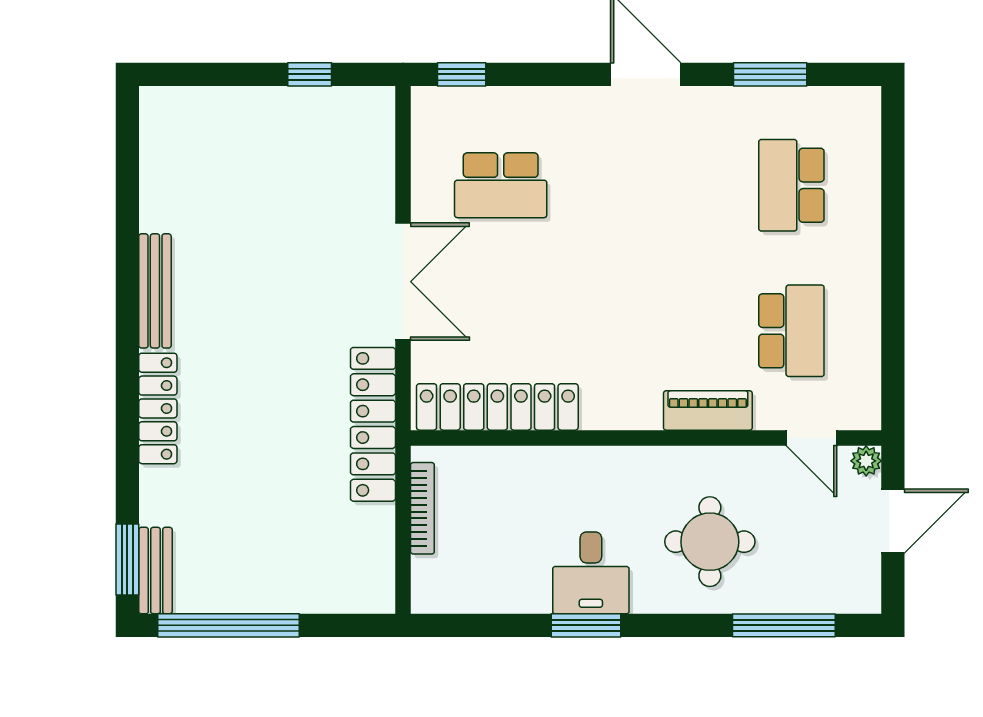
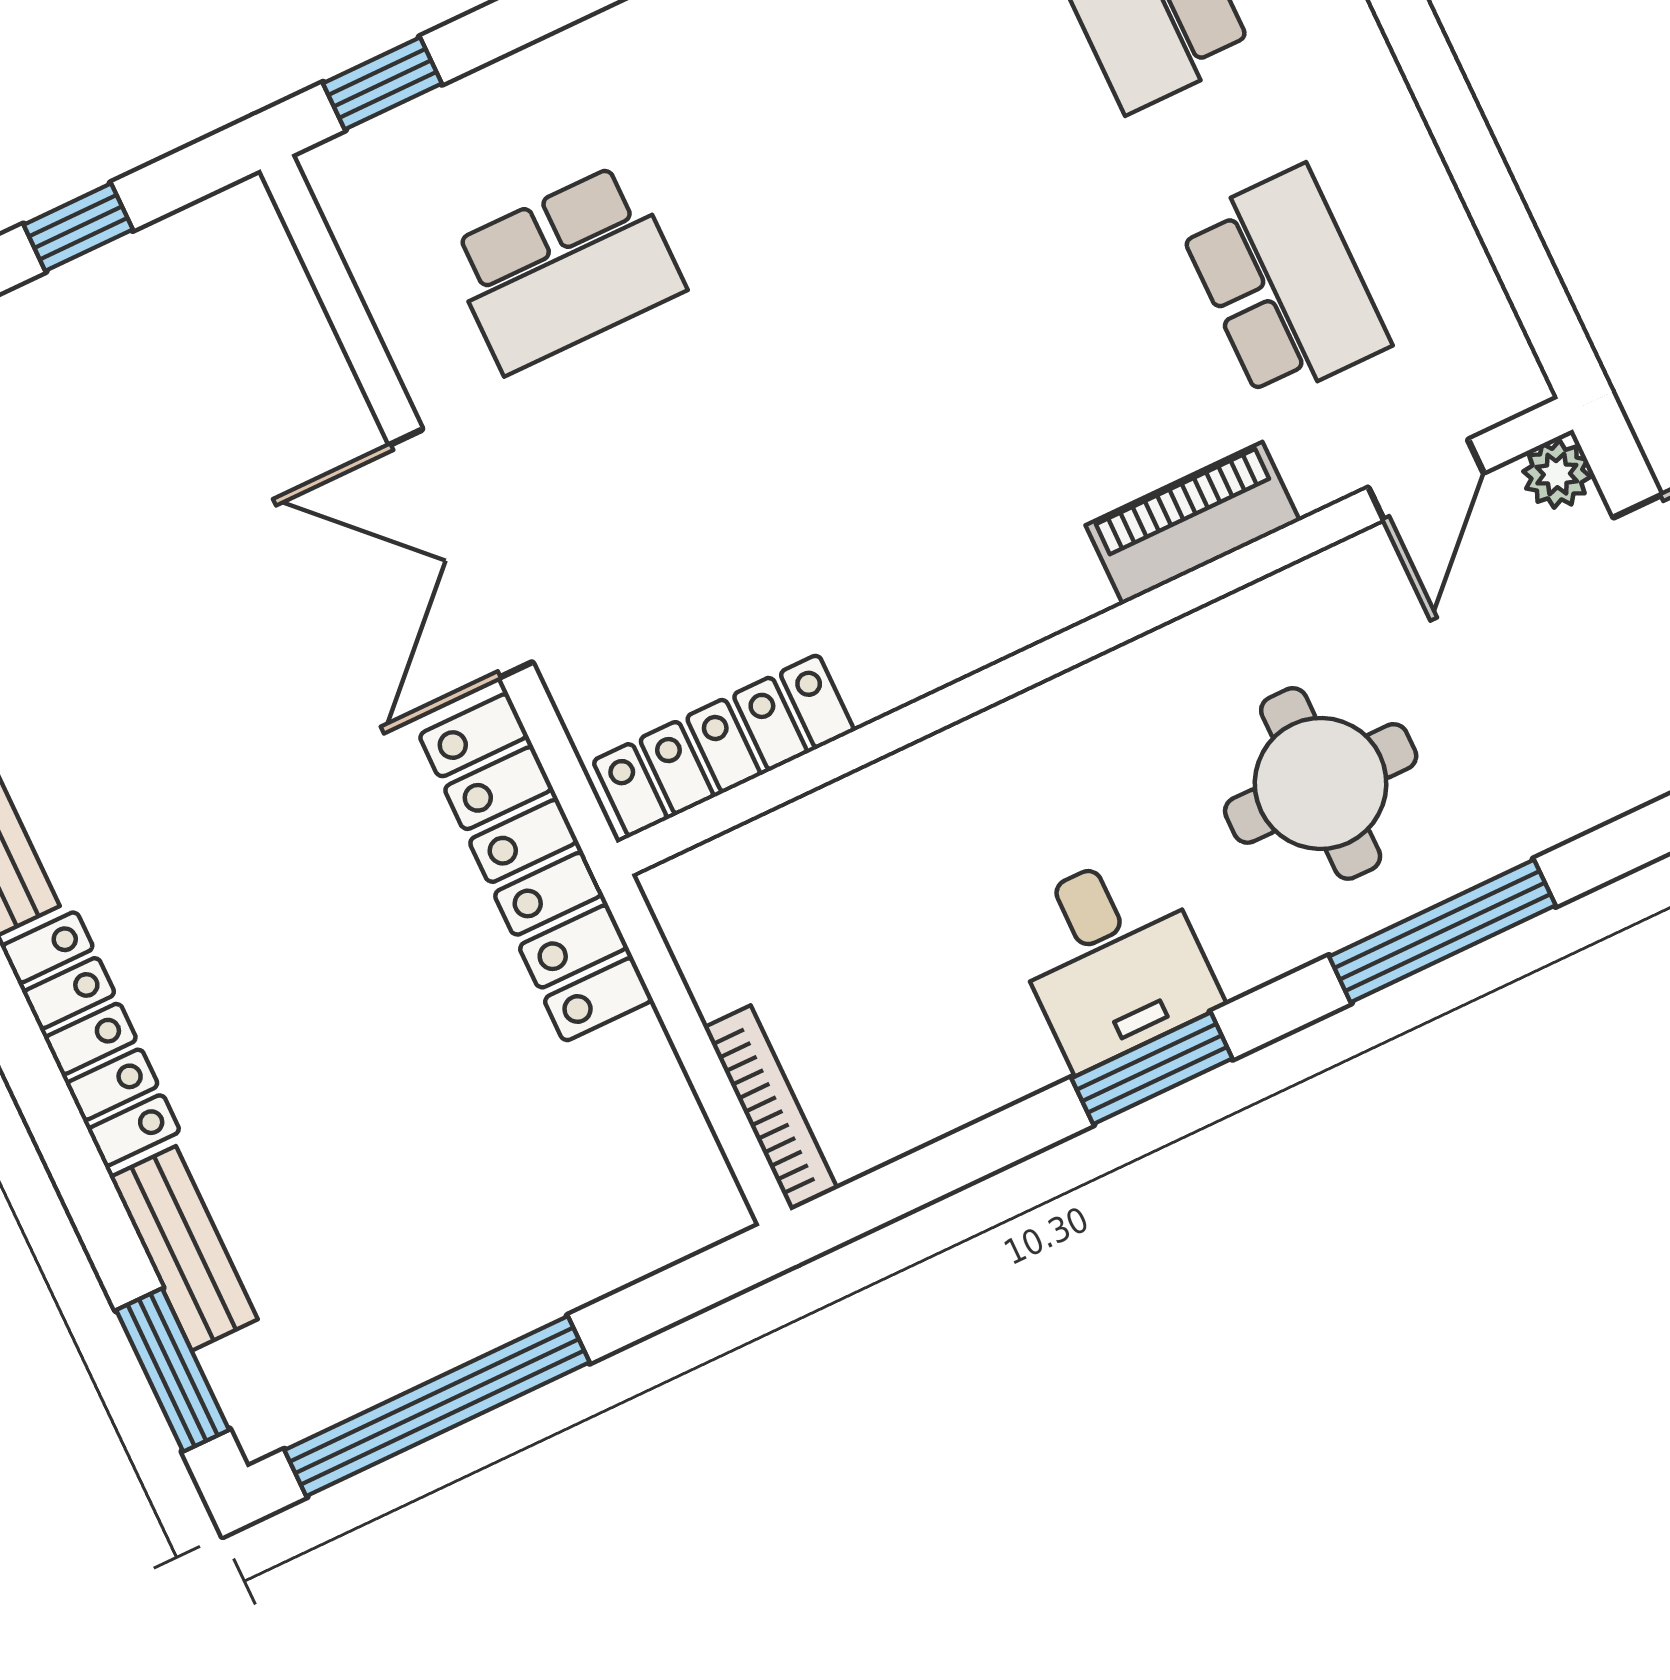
double door: (403, 282) -> (461, 553), swing flipped
locker: (497, 407) -> (724, 746), width x0.71, depth x0.83
door: (812, 438) -> (1426, 480), hinge flipped
bookcase: (422, 508) -> (771, 1108), moved
bench: (156, 571) -> (184, 1248), moved
window: (784, 625) -> (1442, 931), moved

